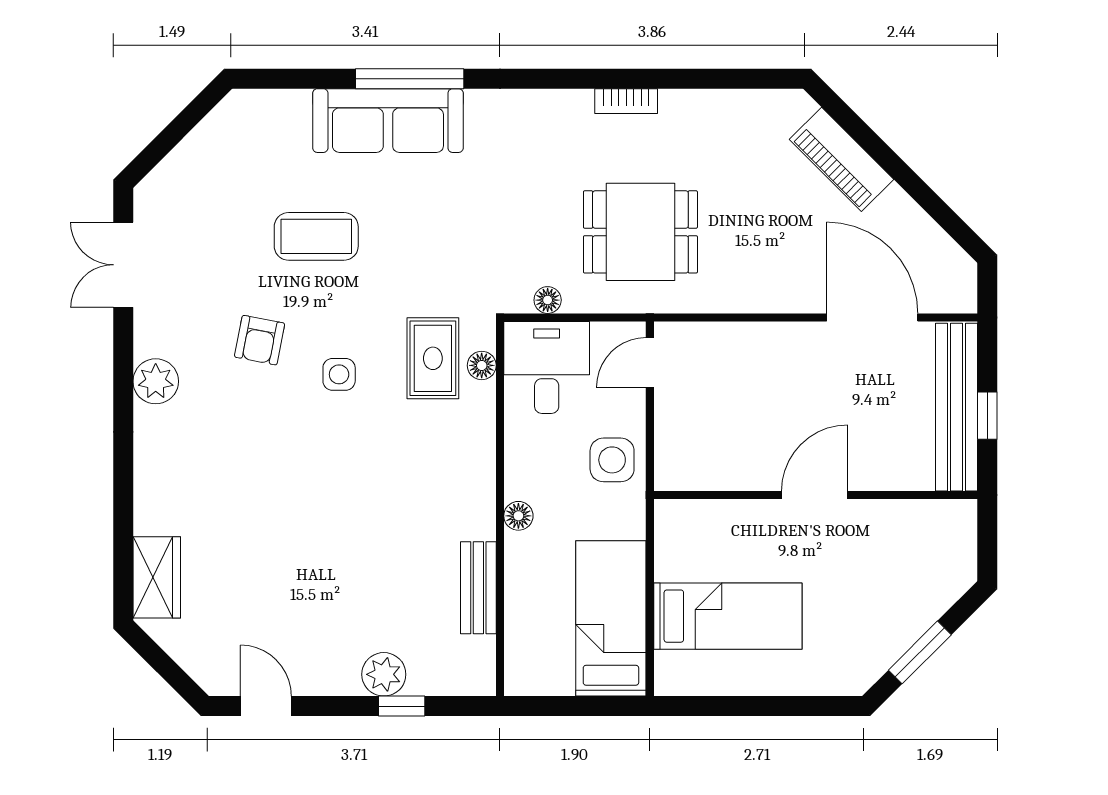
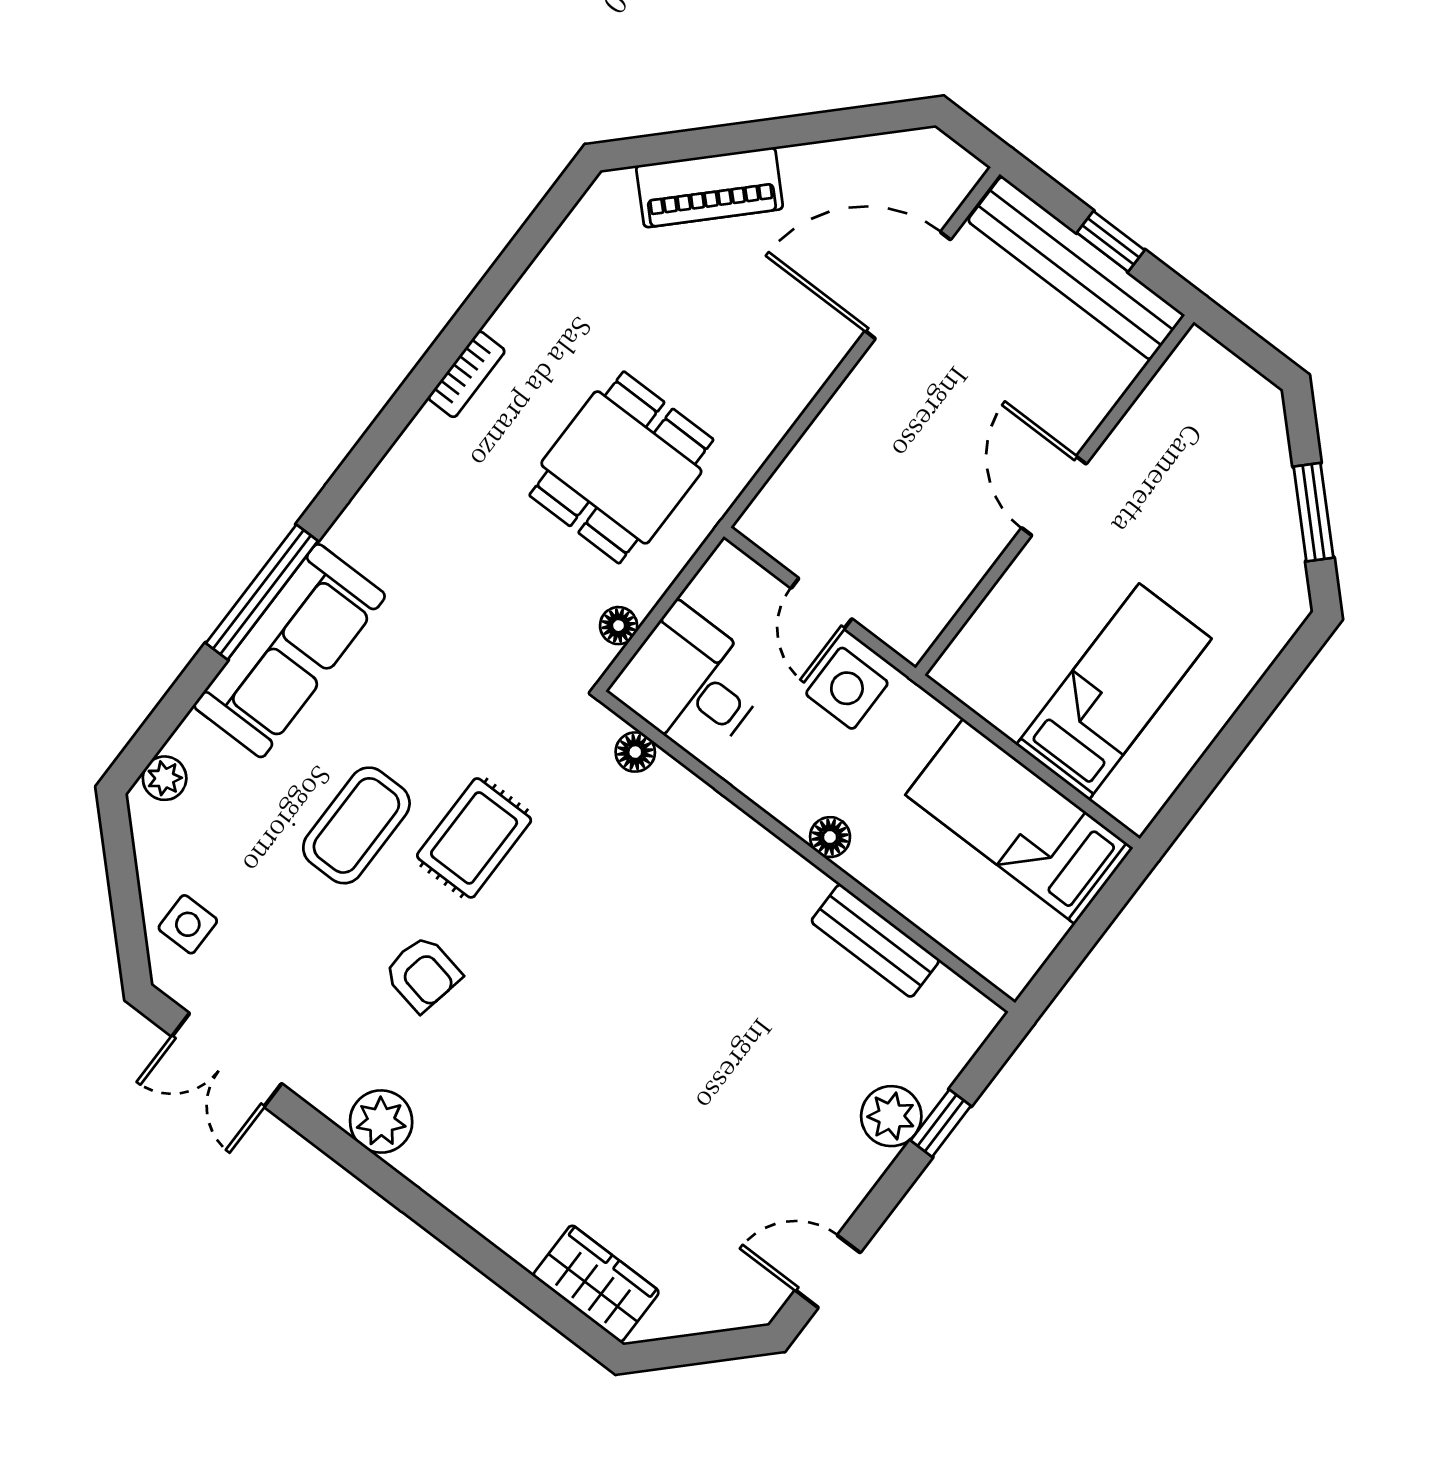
plant: (259, 104) -> (165, 778), added
rug: (433, 358) -> (474, 838), moved, turned 90
door: (650, 362) -> (821, 603), moved
side table: (339, 374) -> (188, 924), moved

